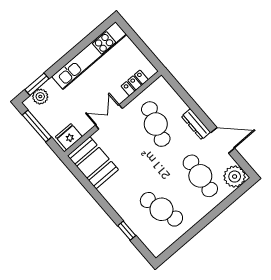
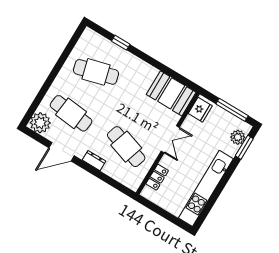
dresser: (196, 124) -> (94, 161), width x0.70

